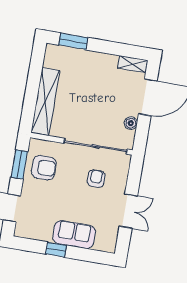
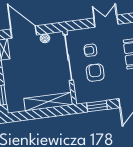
armchair: (44, 168) -> (95, 73), moved

